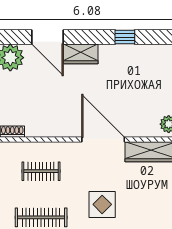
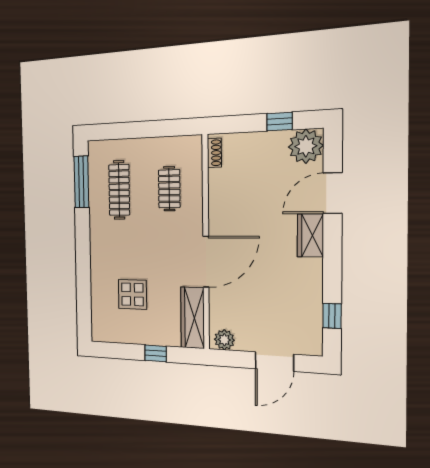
window: (125, 37) -> (332, 316), moved
display table: (102, 204) -> (132, 294), moved

